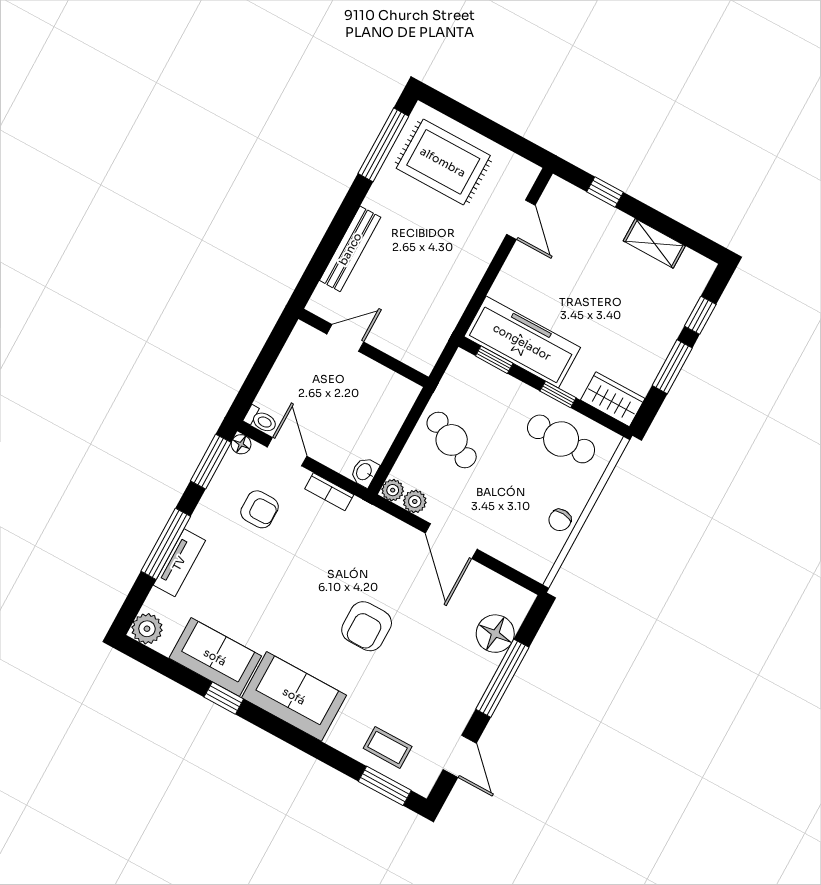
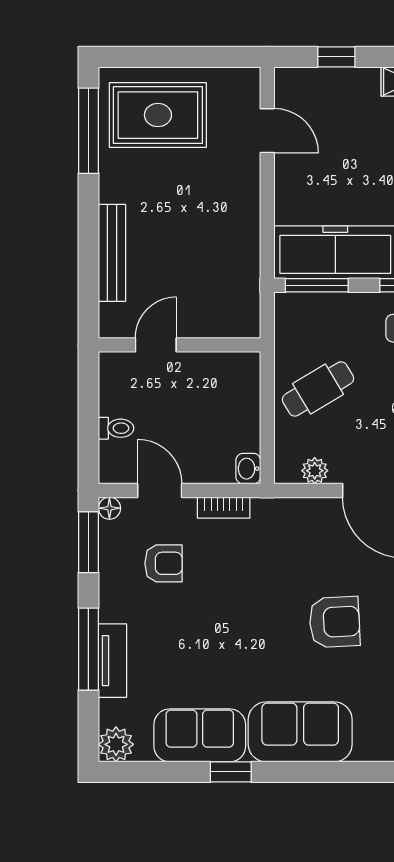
window: (494, 360) -> (317, 285), width x1.50
toilet: (261, 420) -> (116, 428), moved
cafe table: (452, 440) -> (318, 389), turned -54
plant: (393, 490) -> (286, 471), removed
armchair: (367, 626) -> (335, 622), turned -93

